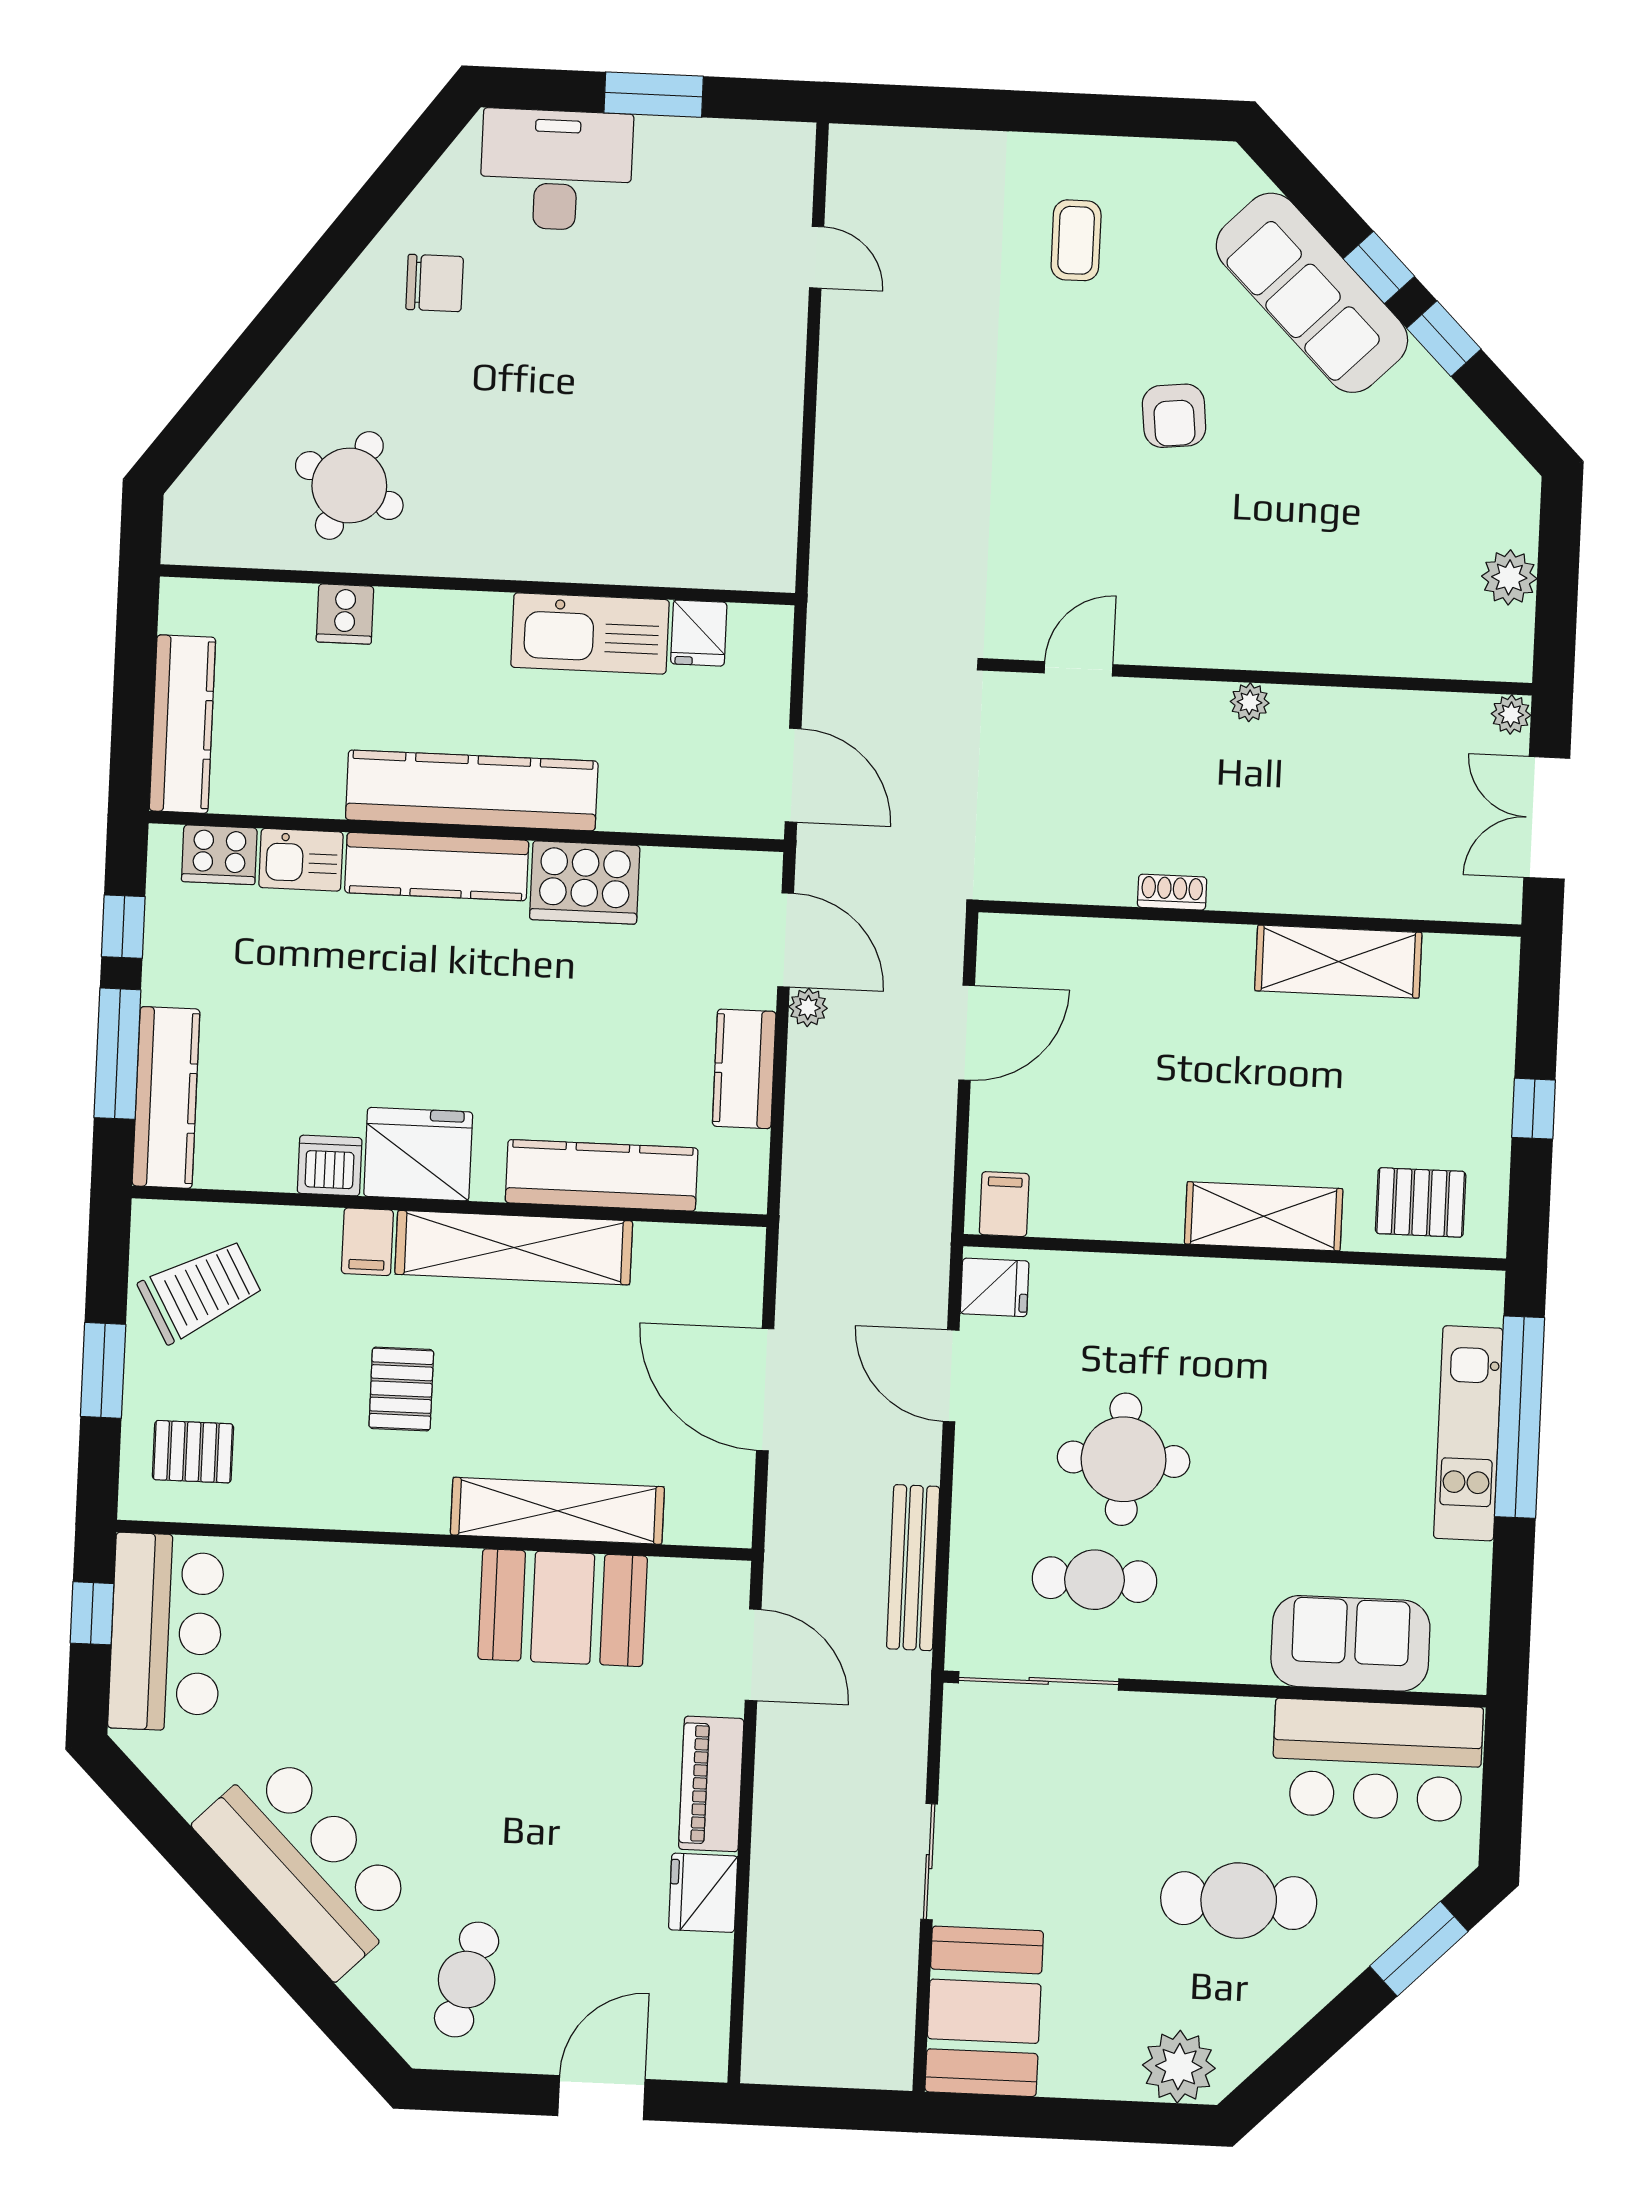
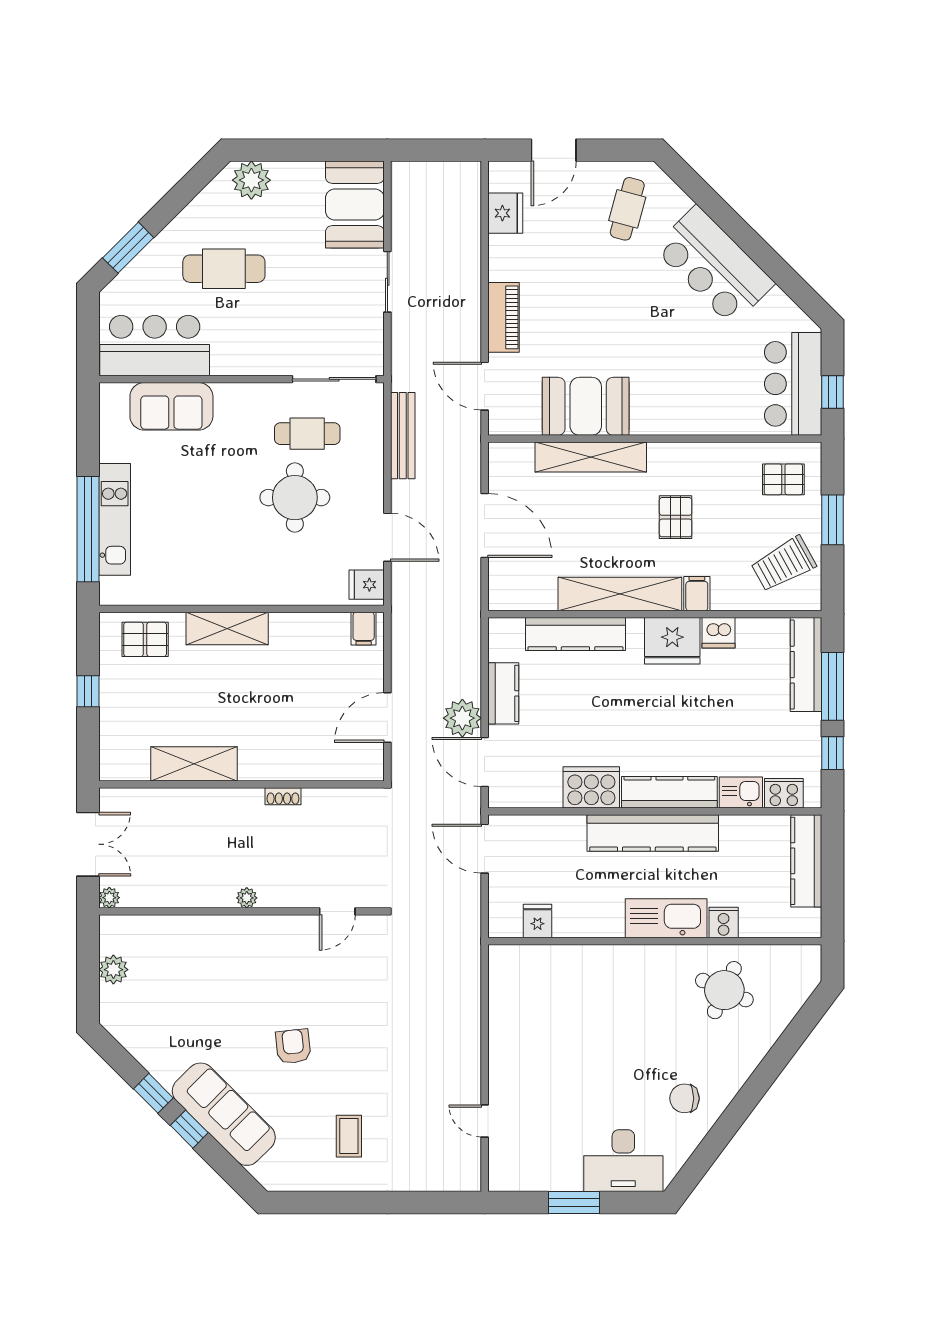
kitchen sink: (590, 633) -> (666, 918), moved
plant: (808, 1008) -> (462, 718), width x1.88, depth x1.88
fridge: (703, 1893) -> (505, 213), moved

